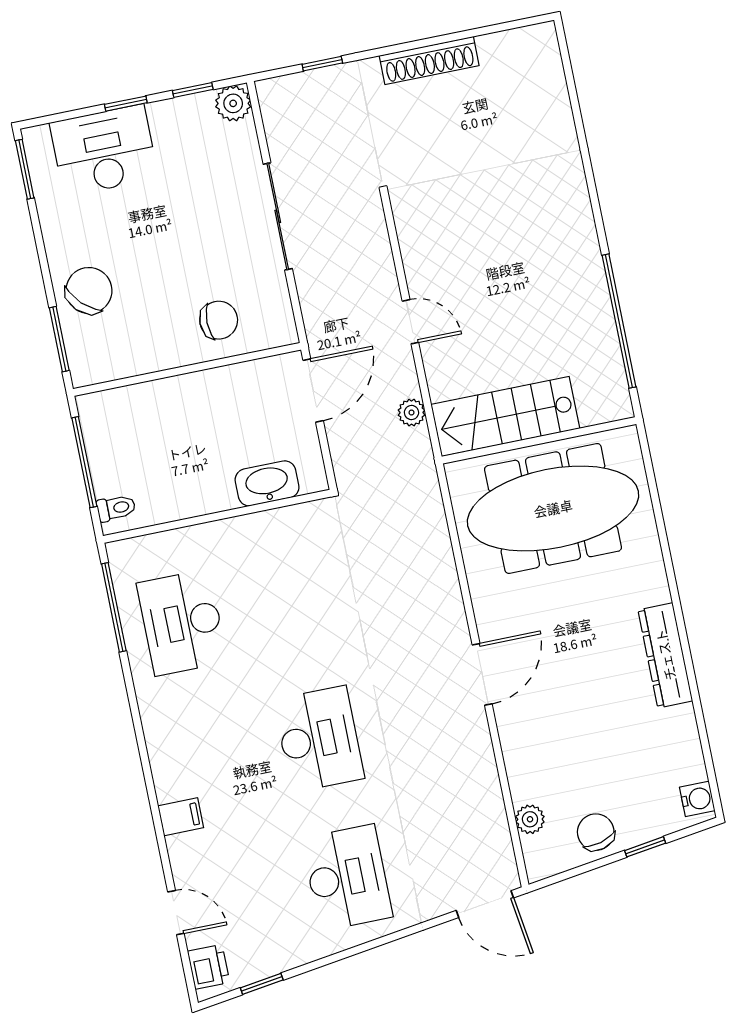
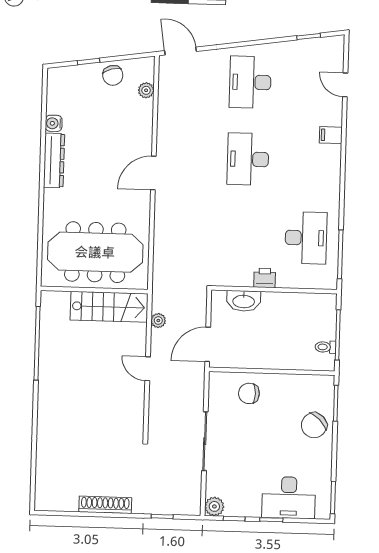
toilet: (116, 508) -> (325, 347), moved
water cooler: (697, 799) -> (54, 123), moved
printer: (209, 967) -> (265, 278), moved, turned 90

